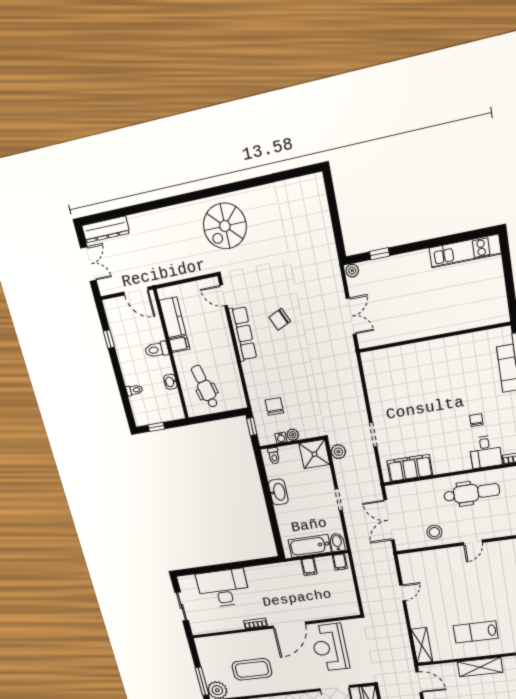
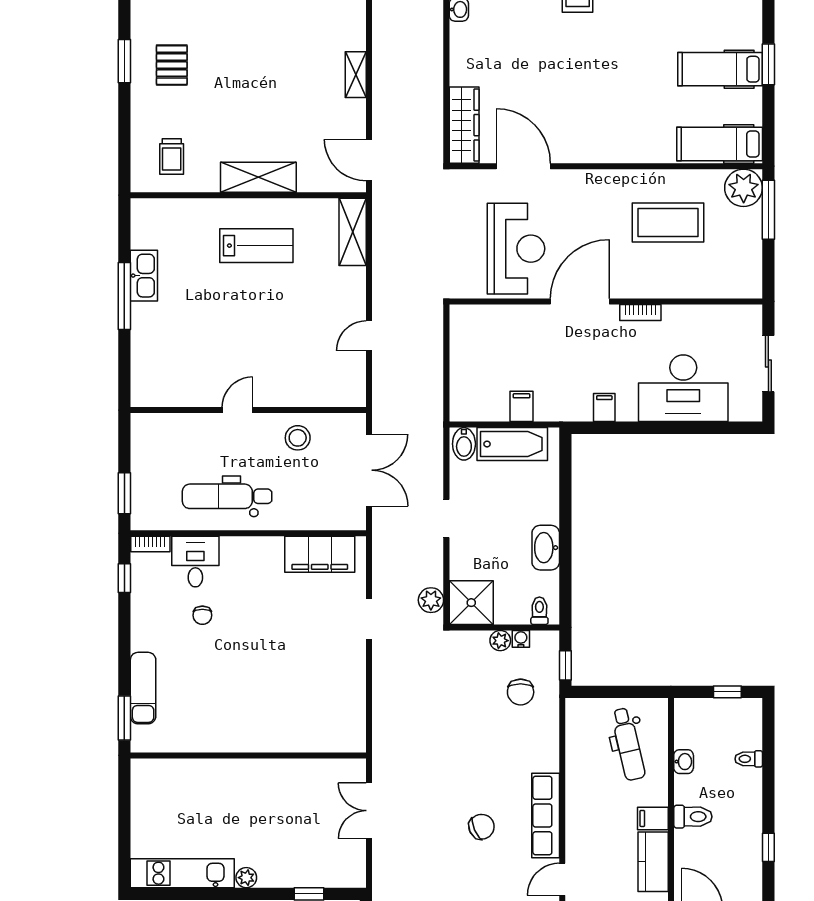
plant: (352, 271) -> (246, 878), moved
door: (224, 295) -> (562, 879), swing flipped
filing cabinet: (340, 562) -> (604, 408), moved

